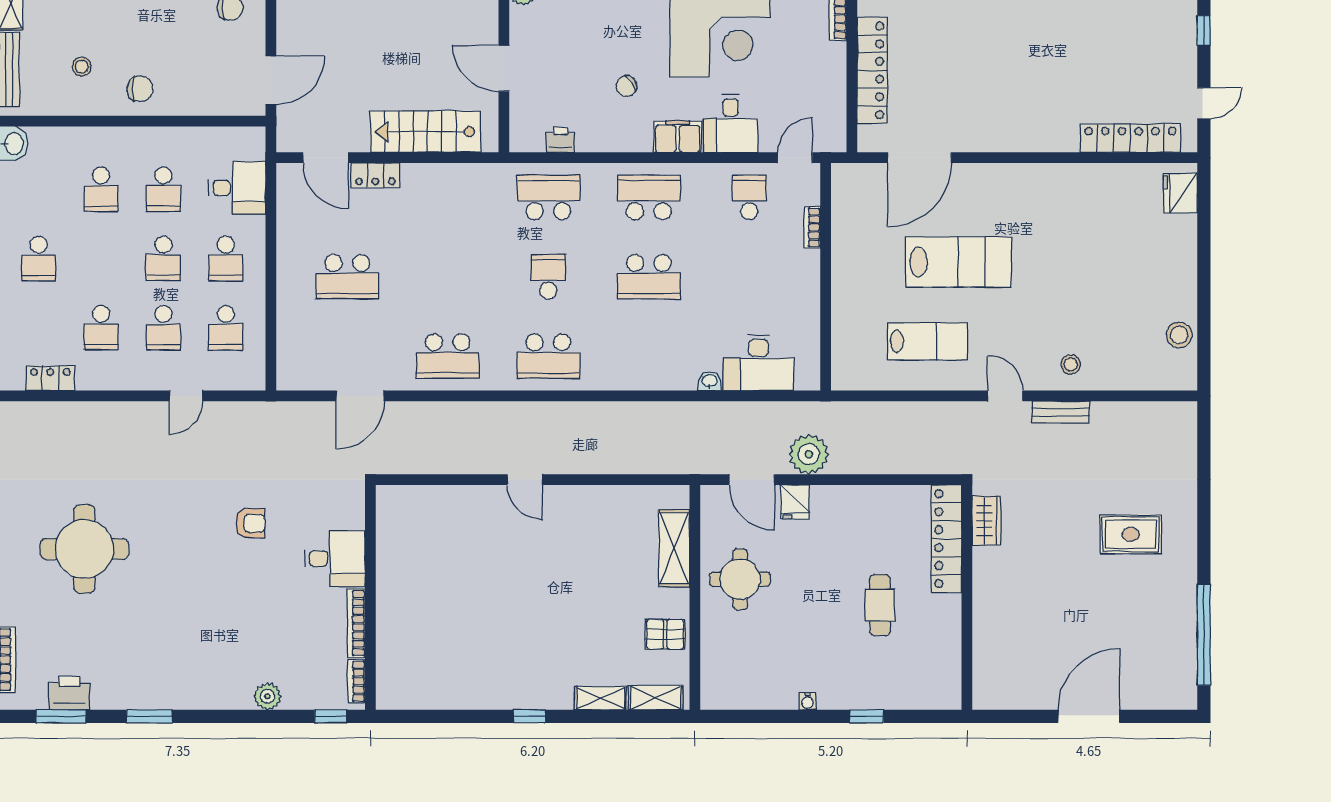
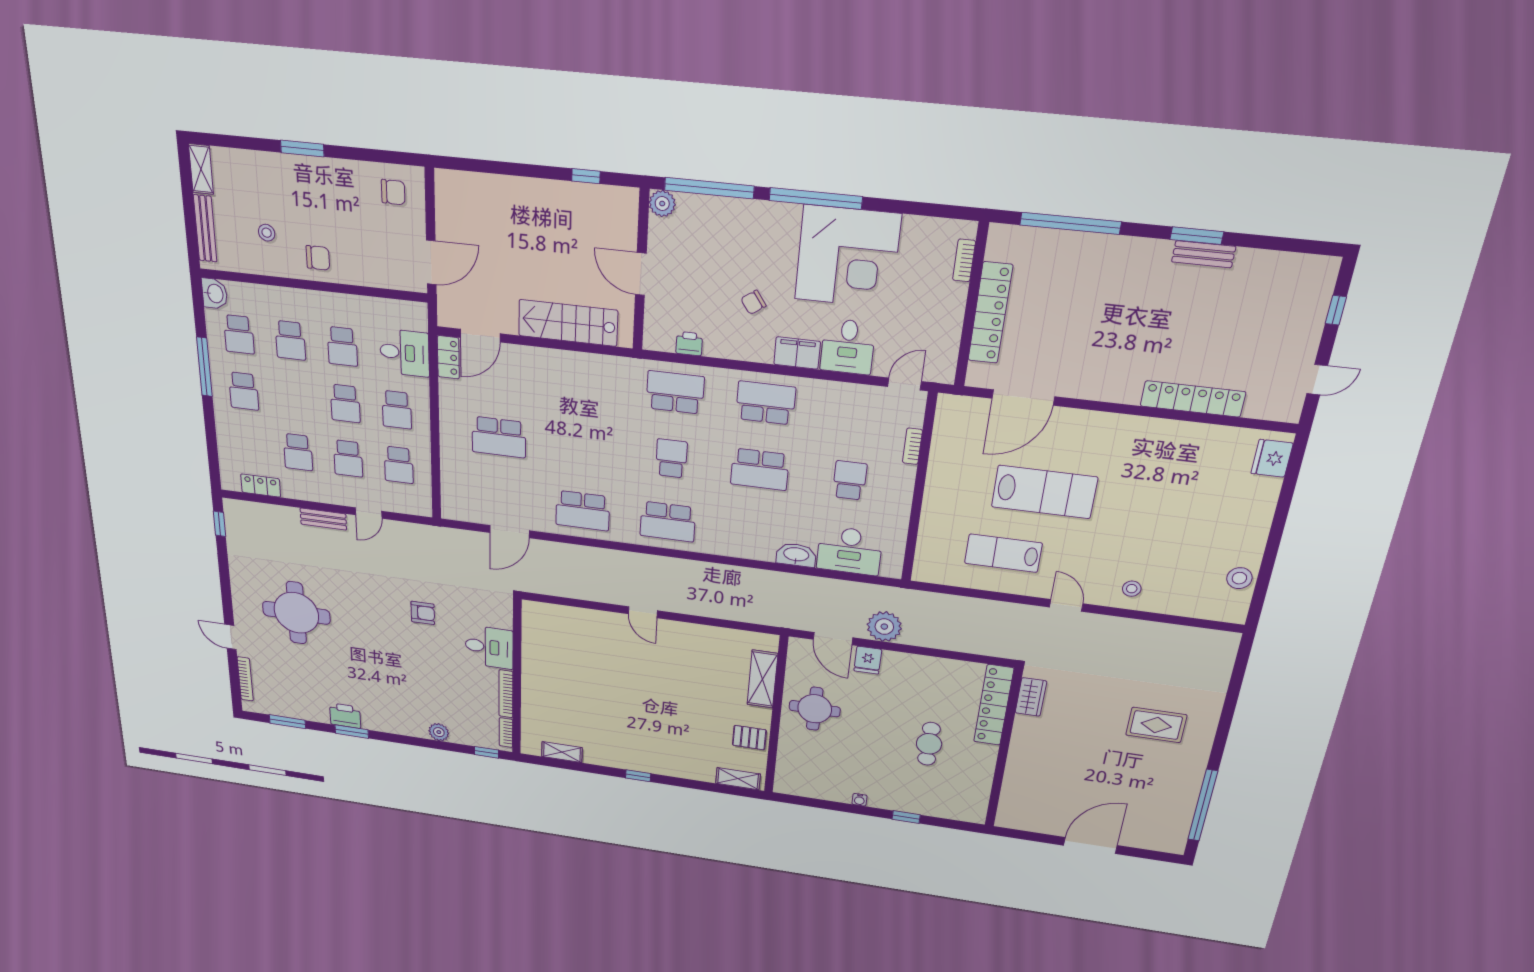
locker: (1130, 138) -> (1193, 399), moved
door: (326, 158) -> (480, 336), hinge flipped
locker: (375, 175) -> (448, 357), moved, turned -90
school desk: (39, 189) -> (239, 334), added
school desk: (749, 197) -> (850, 480), moved
lab bench: (927, 341) -> (1003, 553), turned 180
washbasin: (710, 381) -> (796, 555), width x1.91, depth x1.45
bench: (1061, 412) -> (323, 519), moved
printer: (69, 693) -> (345, 716), moved
shelving: (600, 698) -> (562, 752), moved

